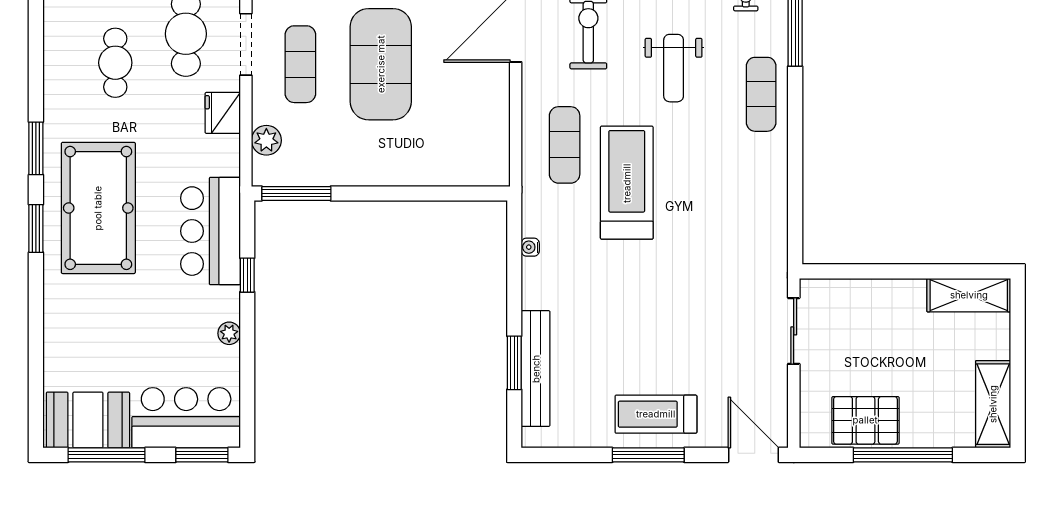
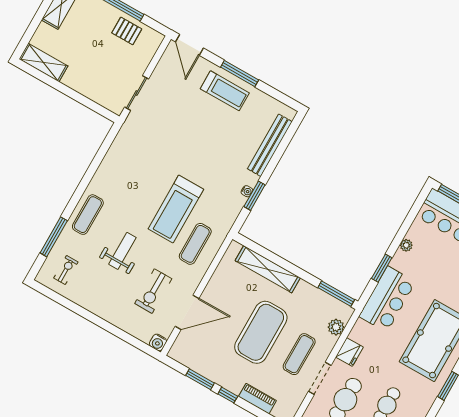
shelving: (427, 170) -> (268, 269), added
water cooler: (530, 247) -> (247, 191), moved
window: (247, 275) -> (382, 268), width x1.50
window: (514, 363) -> (254, 196), moved
pallet: (865, 420) -> (127, 31), width x0.67, depth x0.71

